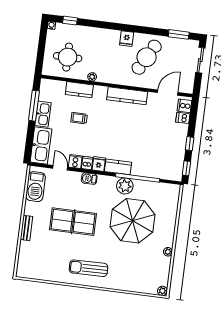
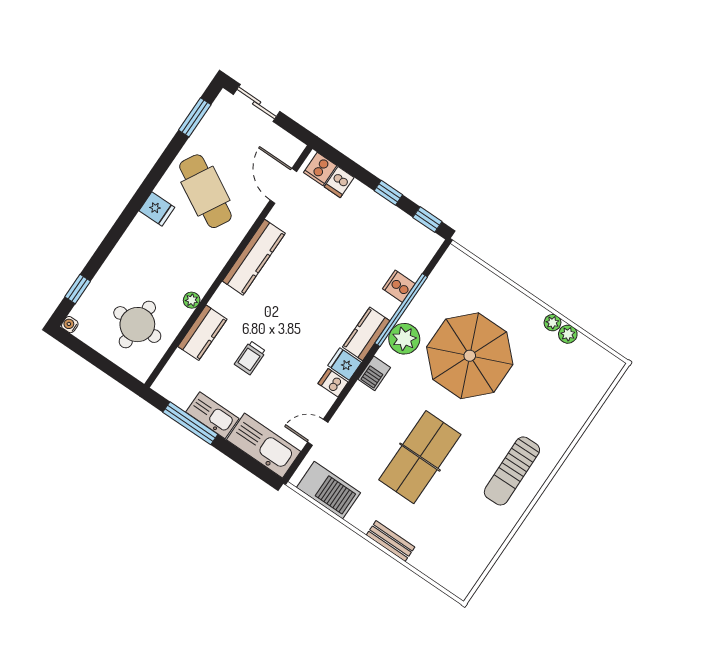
cooker: (75, 161) -> (399, 286), moved
barbecue: (89, 179) -> (374, 373), moved
plant: (162, 291) -> (568, 334), moved

